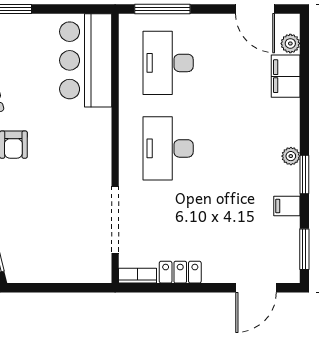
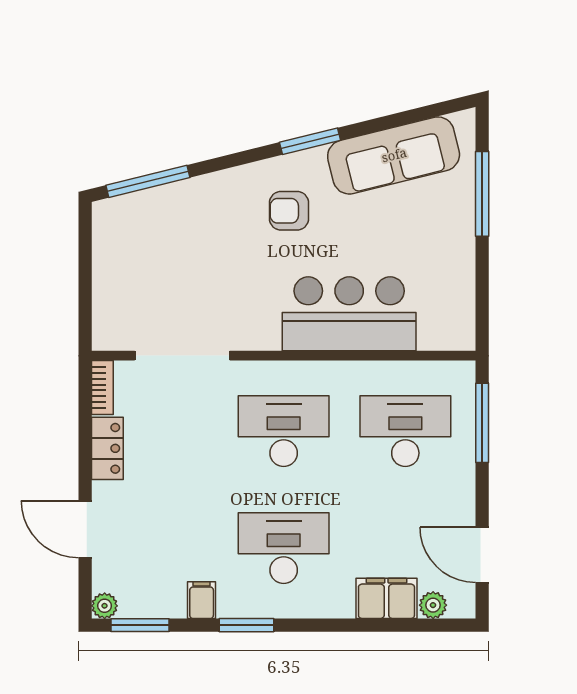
door: (255, 9) -> (482, 555), hinge flipped
bar counter: (86, 60) -> (349, 314), moved
desk: (250, 148) -> (284, 548), added
plant: (291, 156) -> (105, 606), moved
door: (256, 288) -> (85, 529), moved

